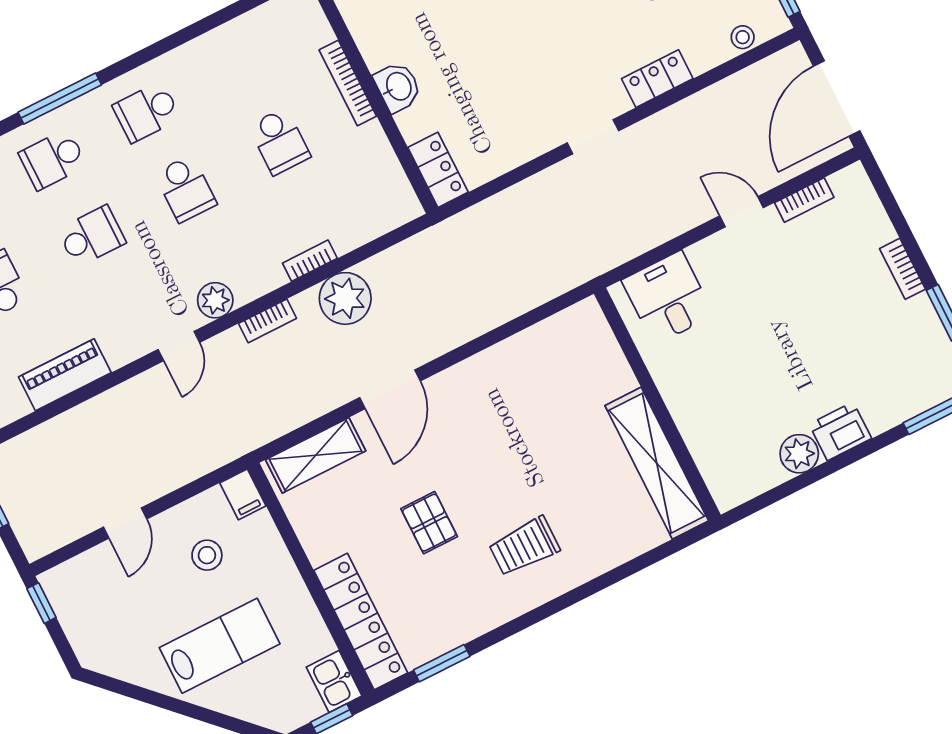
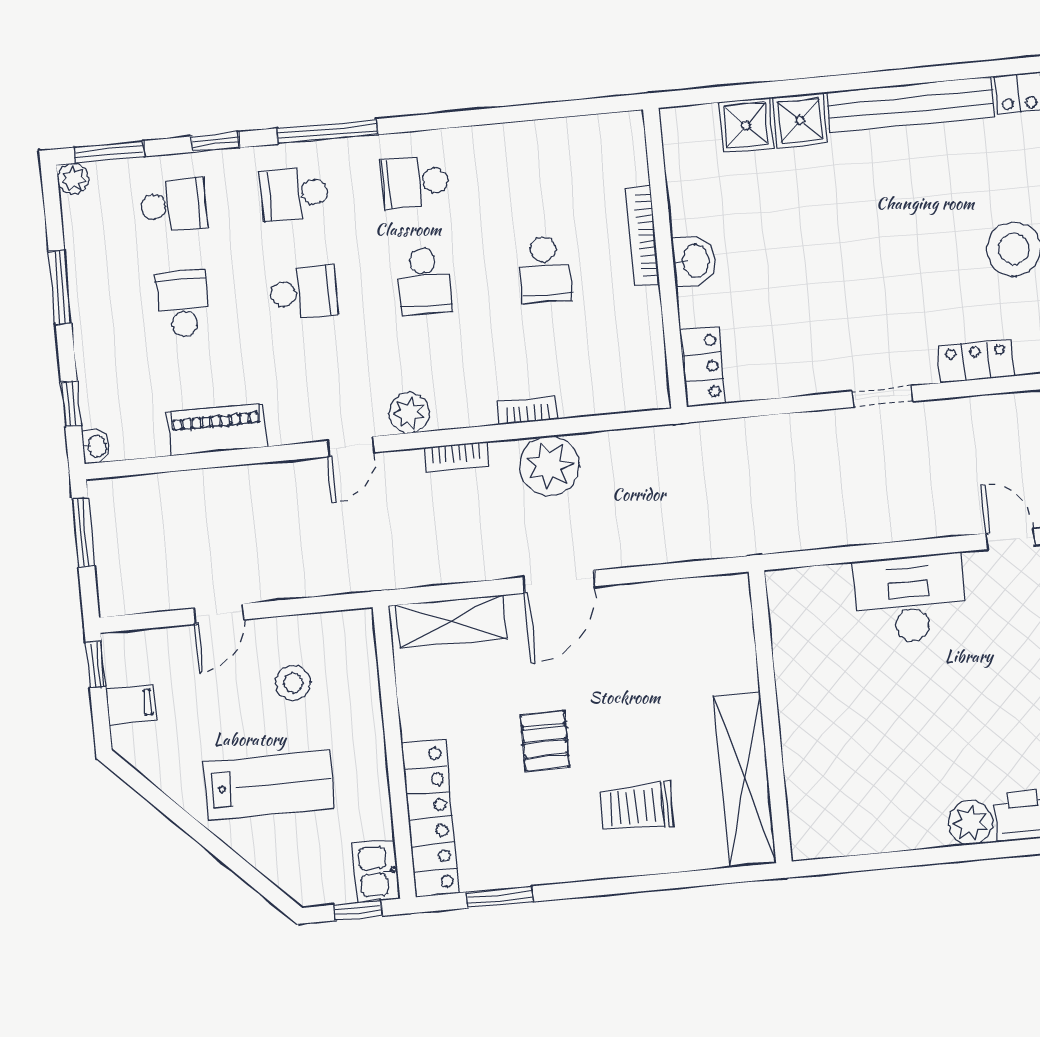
desk: (668, 298) -> (910, 599), width x1.37
wall: (657, 404) -> (770, 717), moved
shelving: (657, 463) -> (745, 780), moved
filing cabinet: (243, 494) -> (131, 704), moved, turned -90

